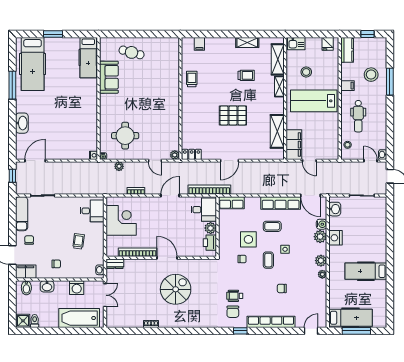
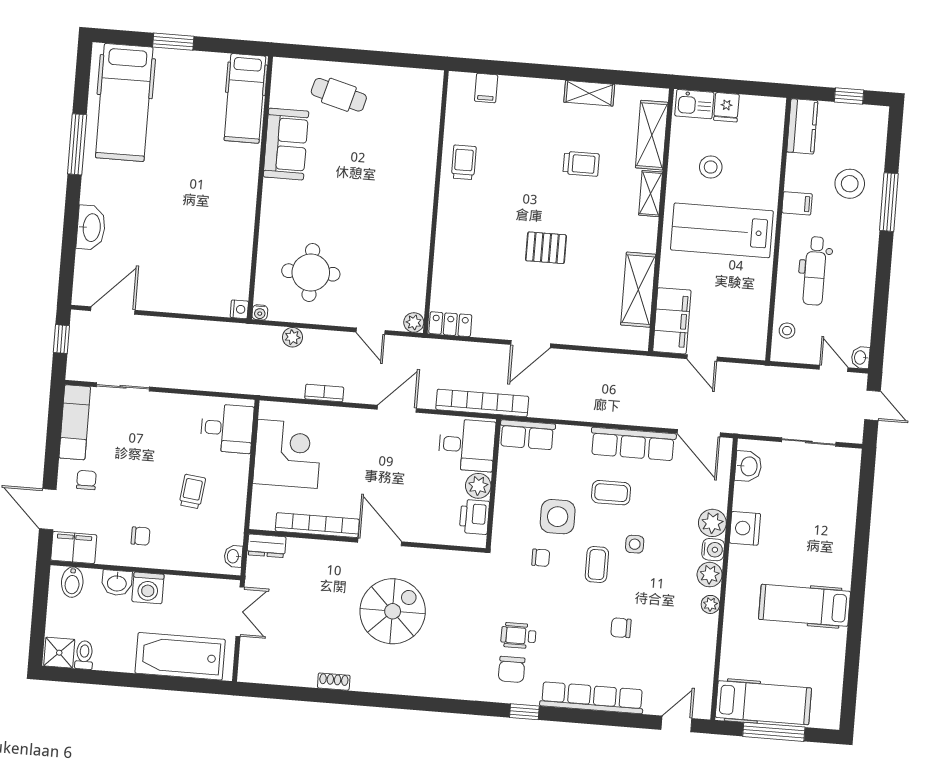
fridge: (328, 44) -> (726, 107), moved
pallet: (233, 115) -> (546, 248), width x0.67, depth x0.71
water cooler: (322, 224) -> (713, 550), moved
washing machine: (77, 288) -> (148, 588), moved

